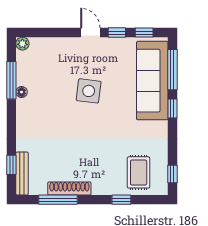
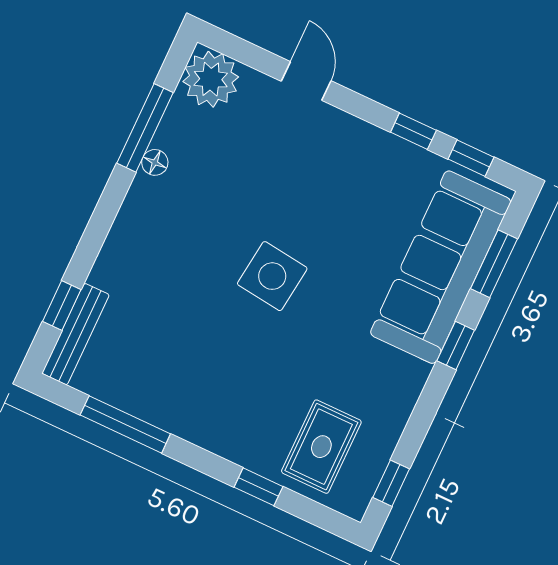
door: (90, 33) -> (306, 81), moved
plant: (22, 44) -> (211, 79), width x1.87, depth x1.87
window: (172, 70) -> (494, 264), width x0.69
side table: (89, 91) -> (272, 276), moved
shoe rack: (69, 188) -> (160, 412), removed

